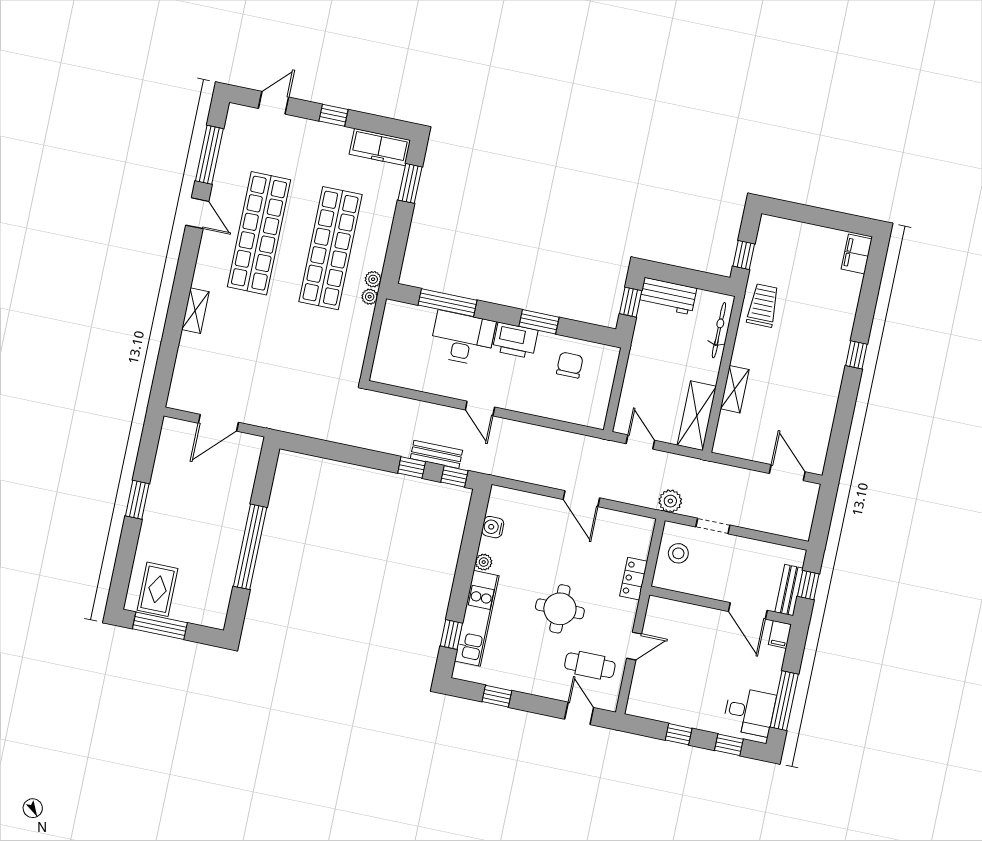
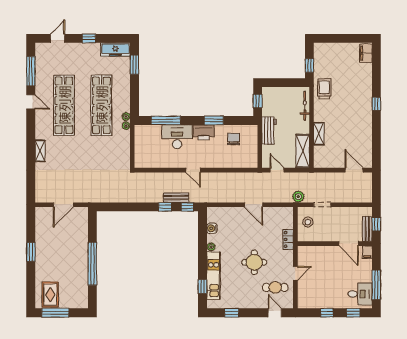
workbench: (668, 296) -> (269, 131), moved, turned -90

